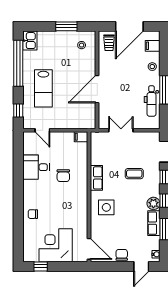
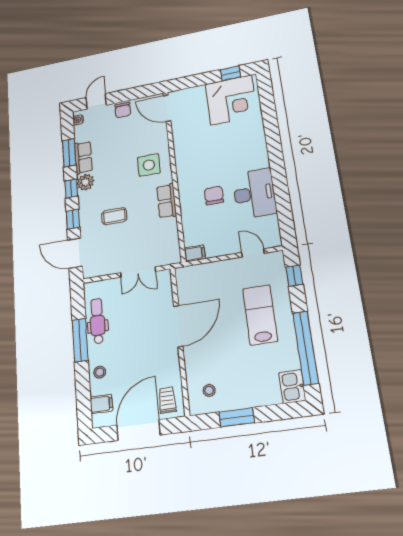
desk: (36, 167) -> (254, 194), width x1.37
chair: (33, 214) -> (251, 137), removed
corner desk: (56, 245) -> (231, 100), moved

